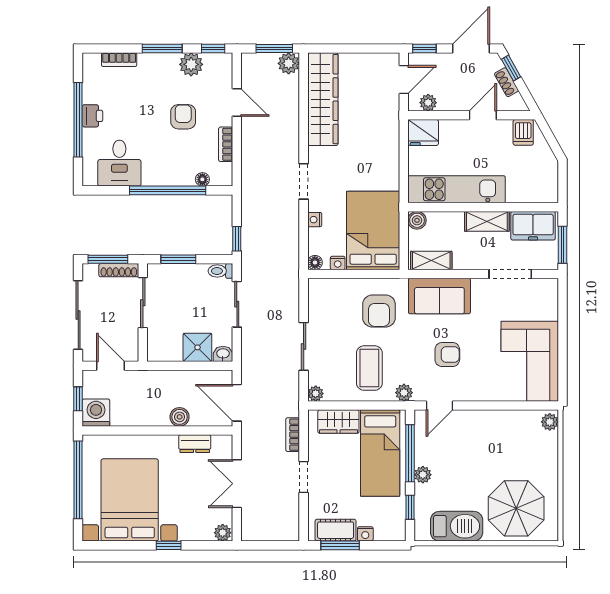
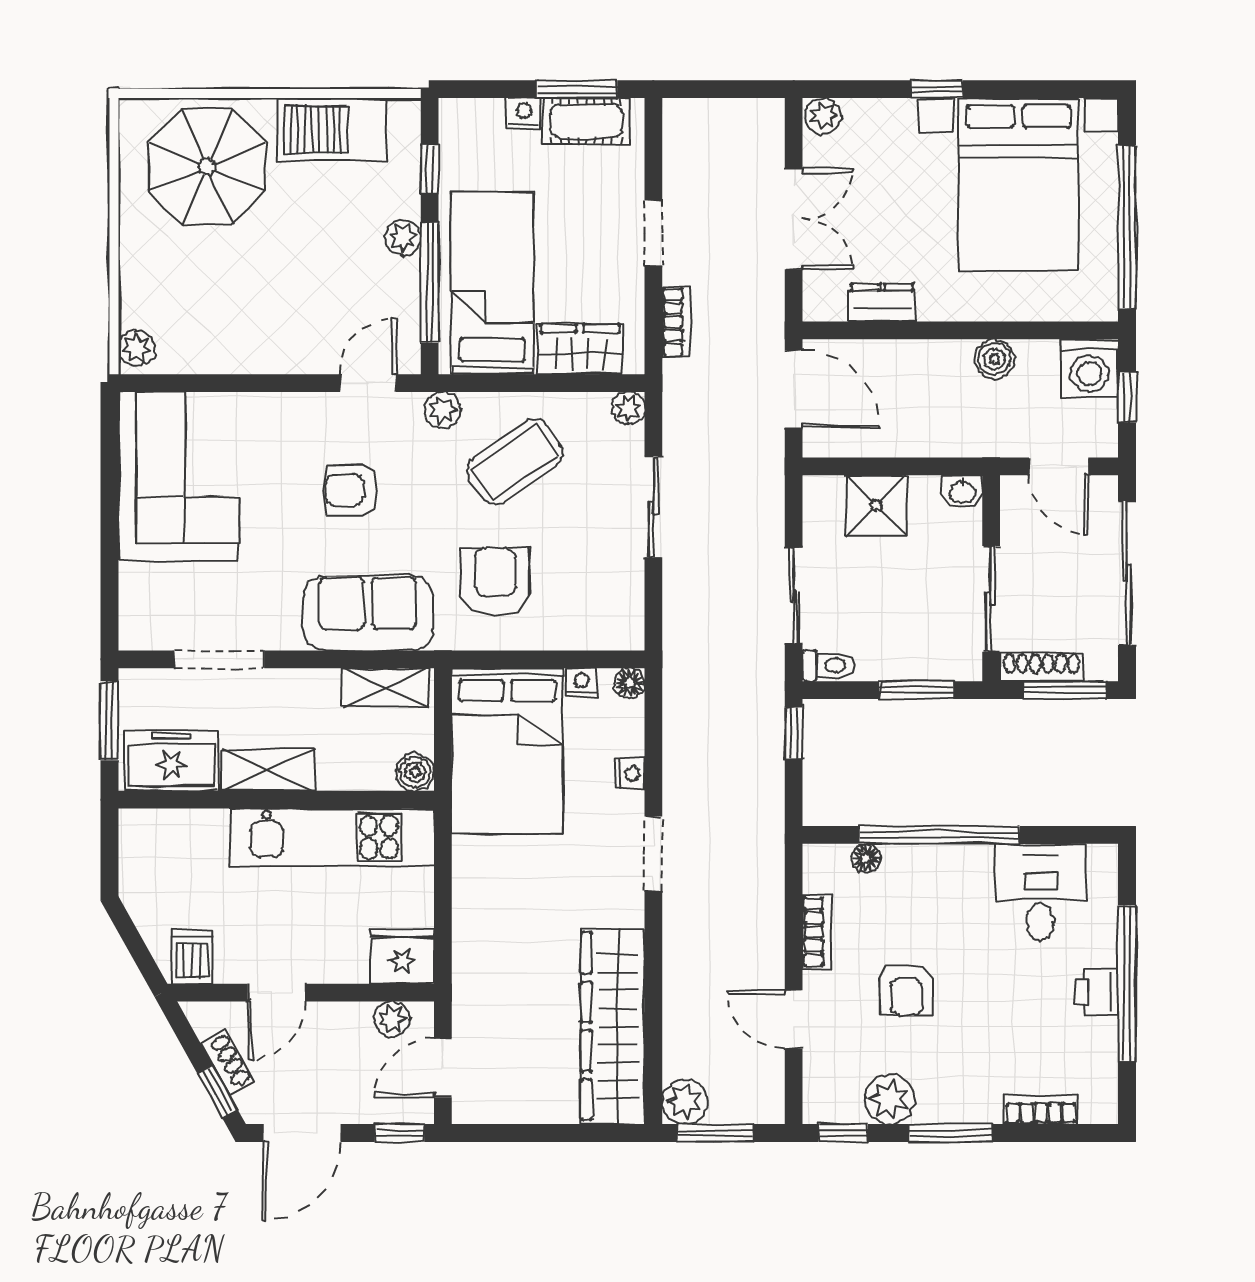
washbasin: (223, 354) -> (962, 491), moved
coffee table: (369, 368) -> (515, 462), turned 55
boiler: (180, 417) -> (995, 359), moved

